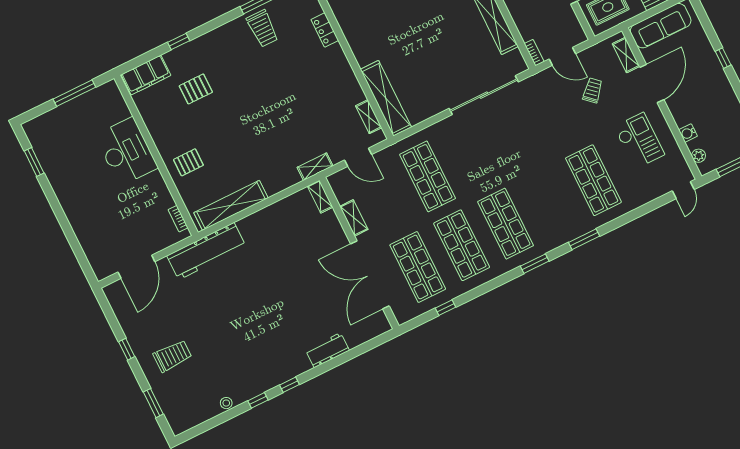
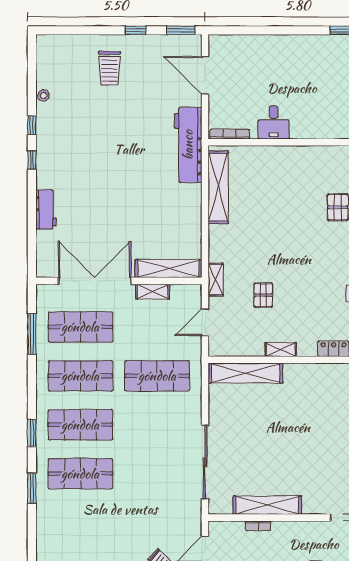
bookcase: (534, 53) -> (258, 526), moved
shelving: (369, 117) -> (281, 350), moved
desk: (126, 152) -> (274, 122), moved, width x0.53, depth x0.77
pallet: (188, 162) -> (263, 295), moved
shop shelf: (593, 180) -> (80, 474), moved
shelving: (320, 197) -> (168, 269), width x2.20, depth x1.33
bookcase: (178, 219) -> (230, 134), width x1.56
window: (446, 308) -> (32, 334), width x2.17
window: (153, 403) -> (181, 30), moved

